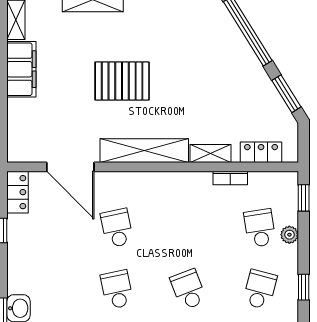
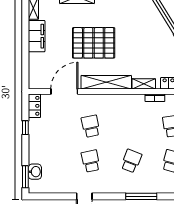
pallet: (122, 81) -> (94, 43), width x1.37, depth x1.41
door: (70, 167) -> (64, 92), swing flipped
school desk: (188, 289) -> (131, 161), turned 42

